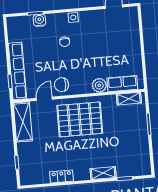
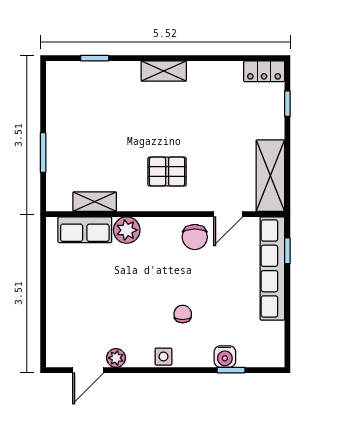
plant: (99, 14) -> (116, 358), added
chair: (61, 85) -> (195, 237), turned 90
shelving: (129, 99) -> (95, 202), moved
pallet: (80, 119) -> (167, 172), width x0.49, depth x0.50
shelving: (103, 173) -> (164, 71), moved
locker: (61, 176) -> (264, 71), moved

